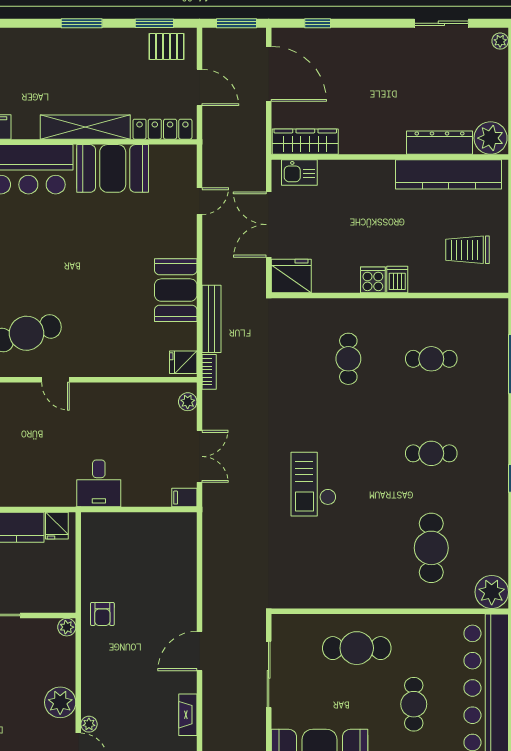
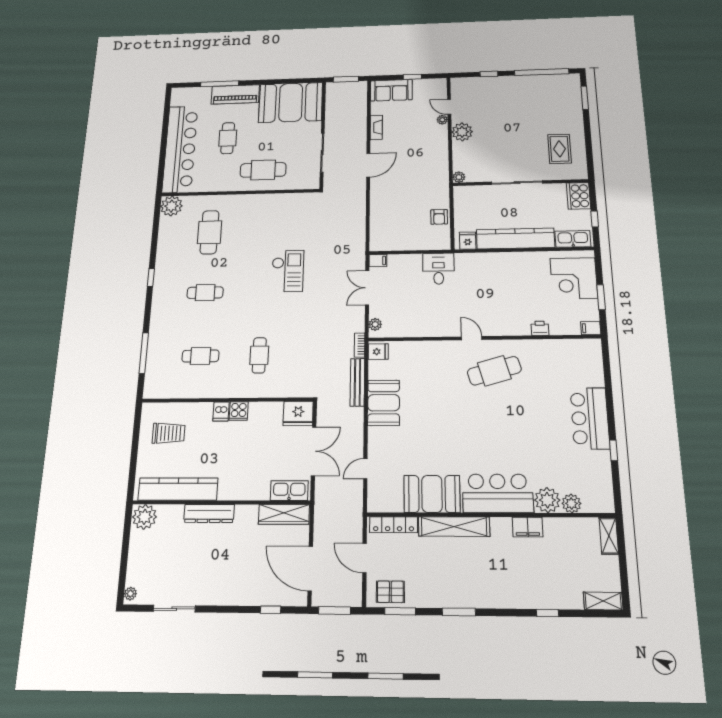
dresser: (440, 143) -> (209, 513), moved
kitchen sink: (299, 173) -> (289, 491), width x1.38
armchair: (102, 614) -> (439, 217), moved, turned 180

